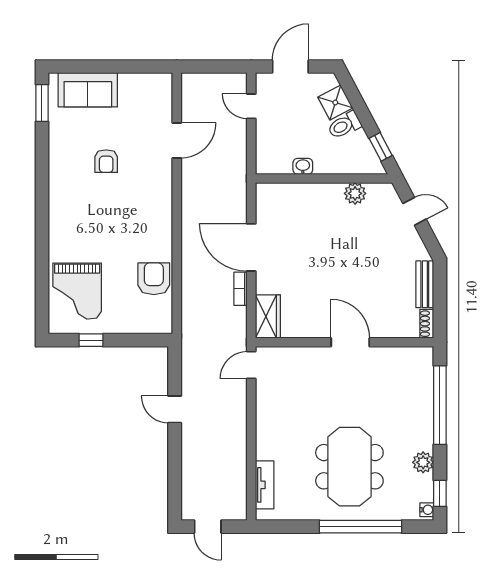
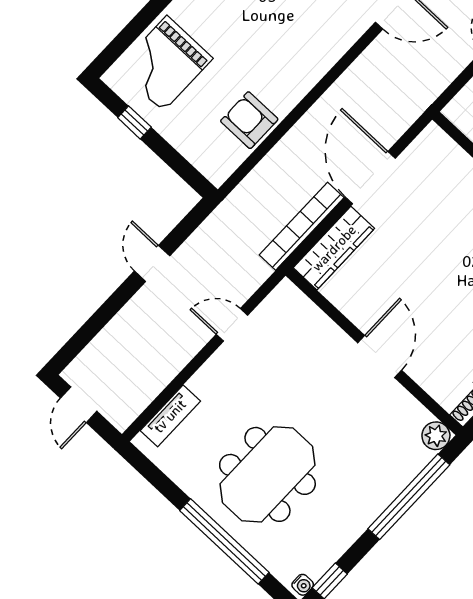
armchair: (154, 279) -> (249, 120), turned -90
bookcase: (241, 289) -> (302, 226), width x2.31, depth x1.31
wardrobe: (268, 316) -> (334, 248), width x1.50
door: (251, 365) -> (232, 325), moved
plant: (423, 462) -> (436, 436), moved

